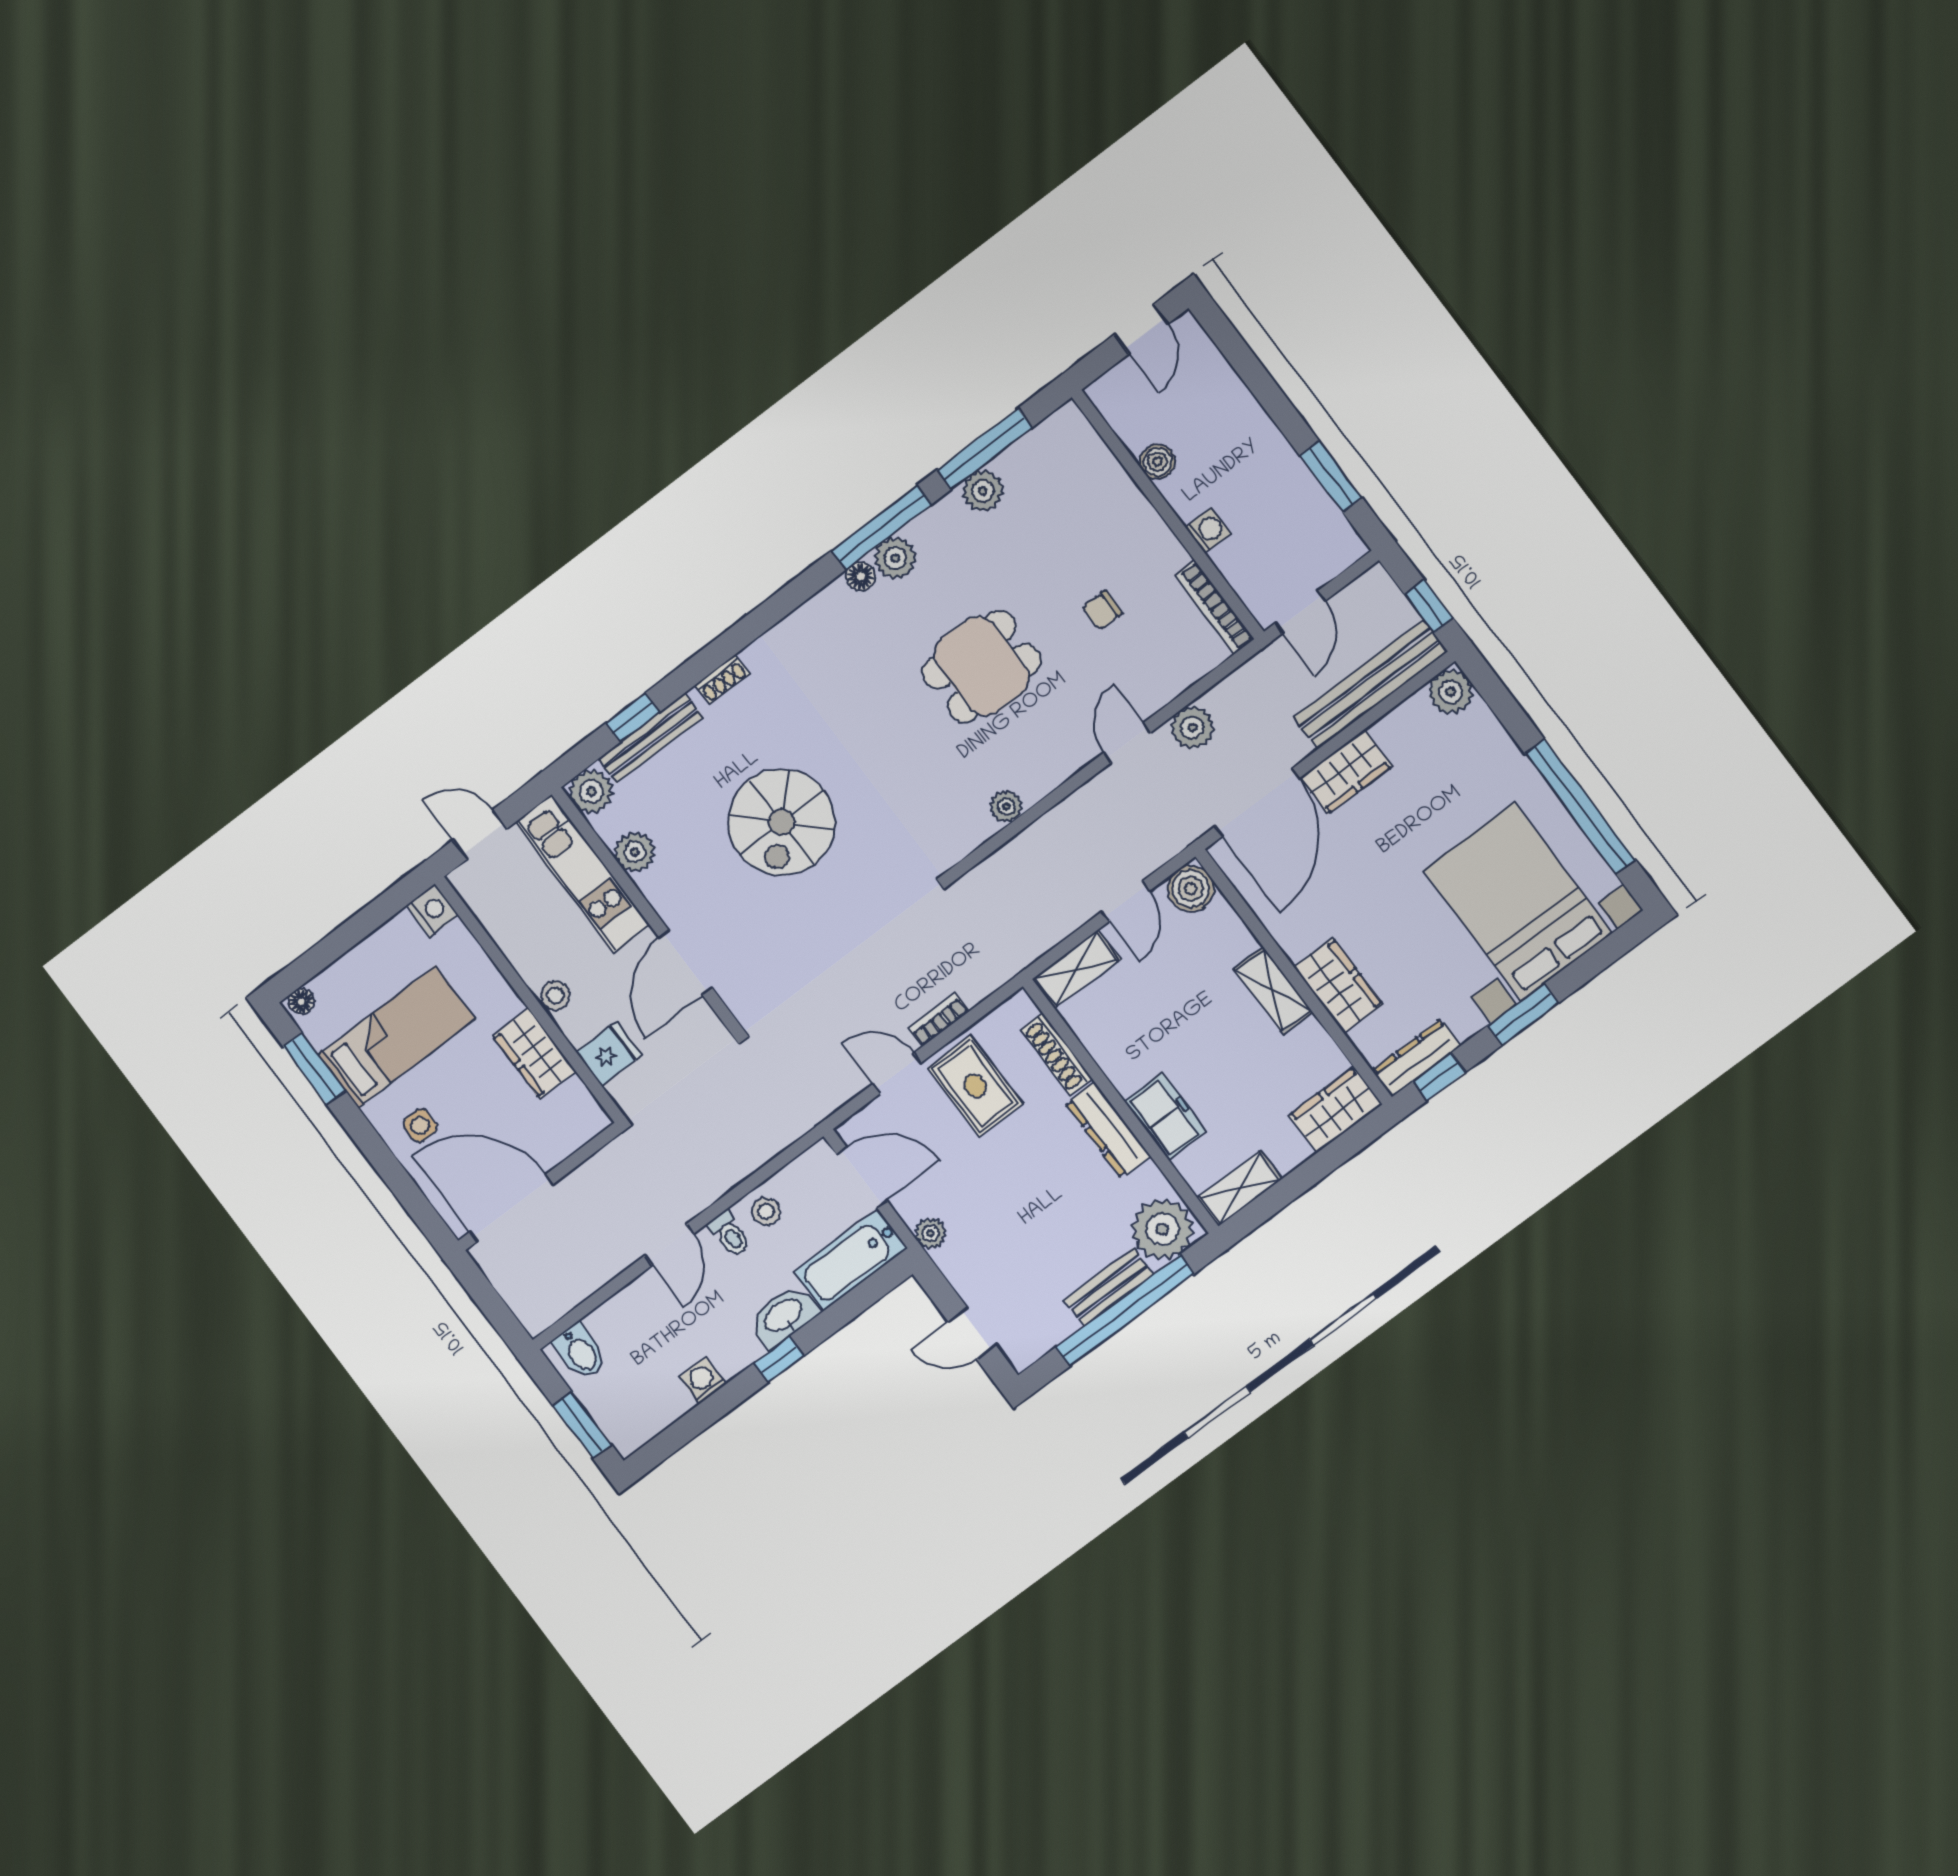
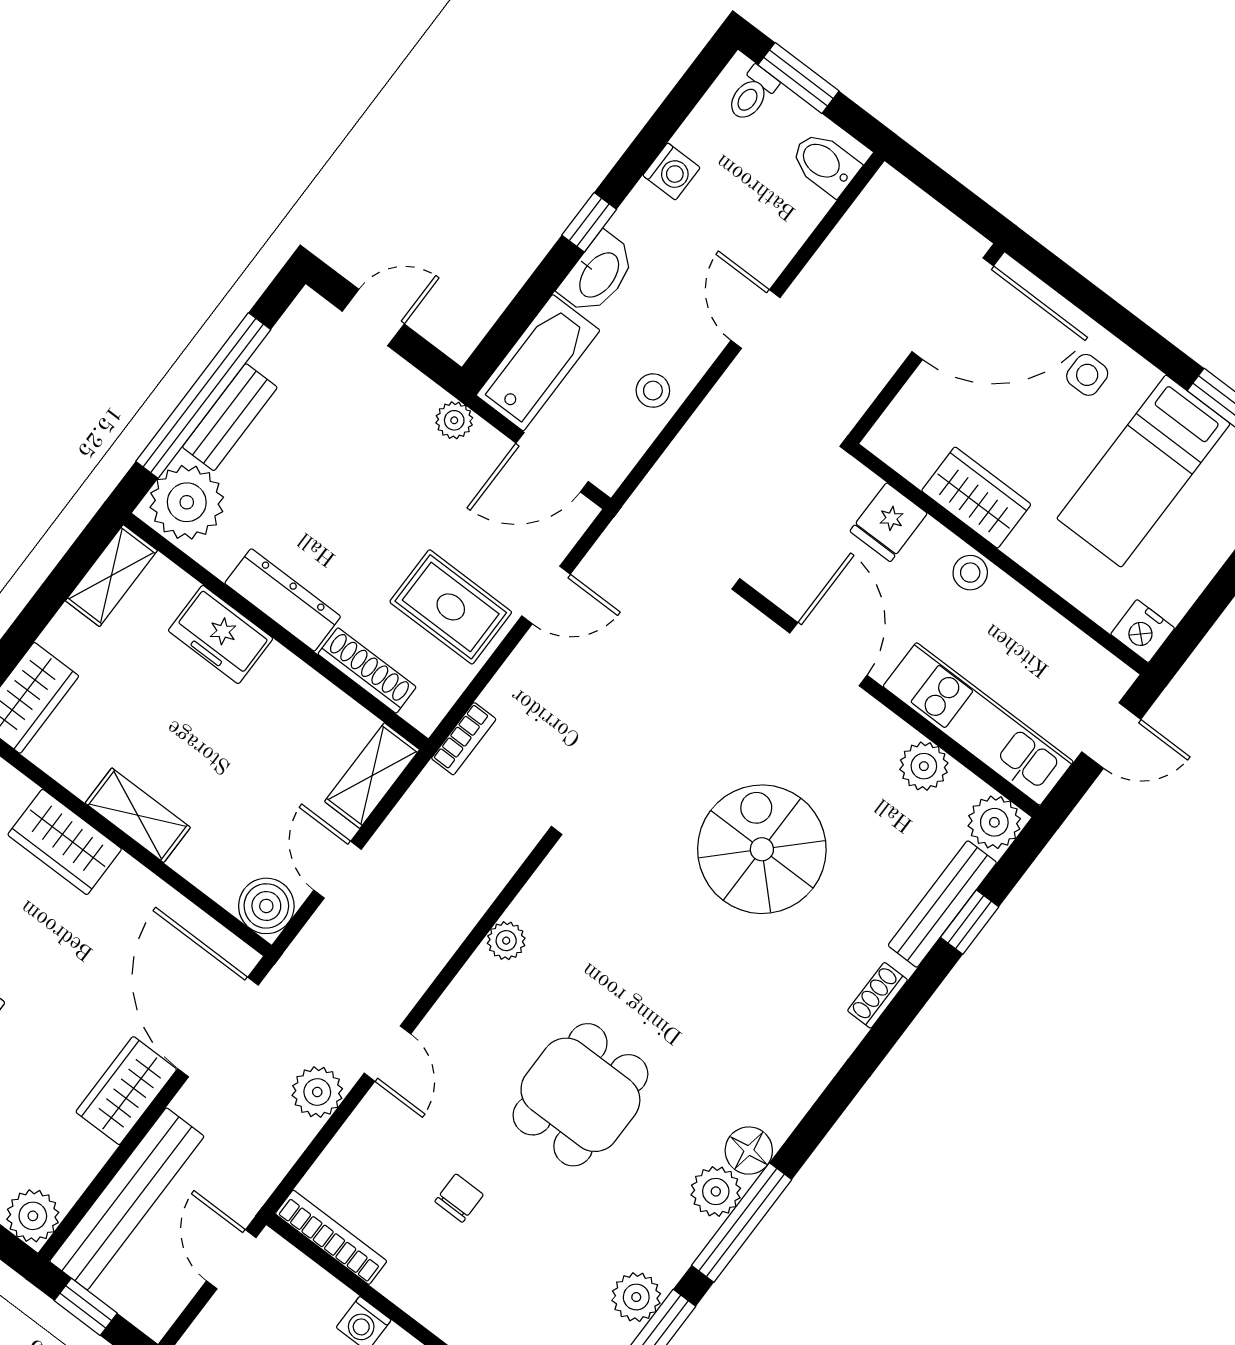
floor lamp: (861, 576) -> (749, 1151), width x1.37, depth x1.37
bookcase: (939, 1020) -> (464, 739), moved
toilet: (730, 1234) -> (752, 94), moved, turned -90

